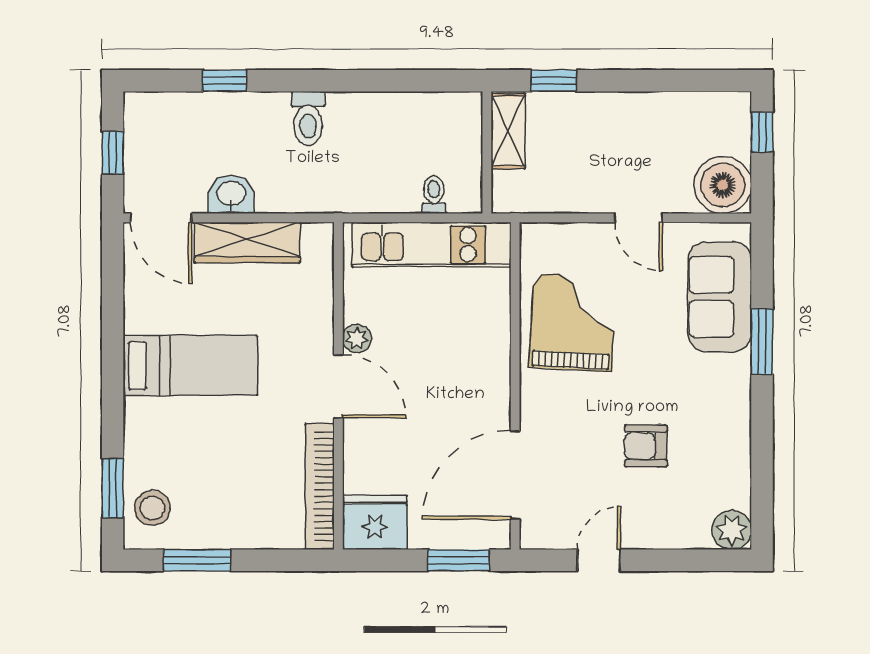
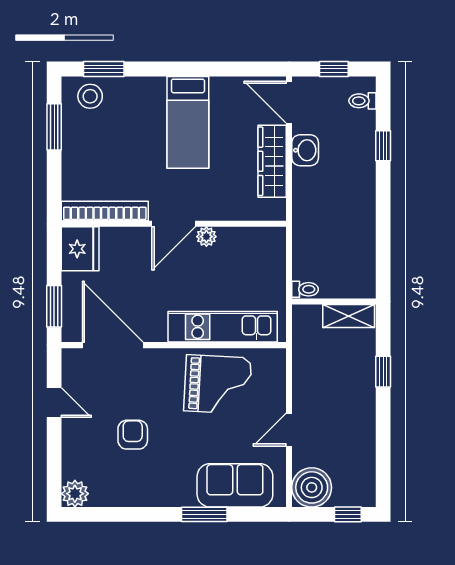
toilet: (308, 118) -> (362, 101), moved, width x0.73, depth x0.72
shelving: (508, 131) -> (349, 316), moved
wall: (487, 152) -> (334, 301), moved
door: (161, 218) -> (289, 102), hinge flipped
kitchen unit: (431, 245) -> (223, 327), moved, turned 90

